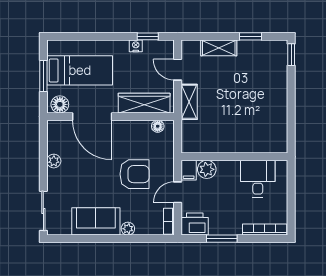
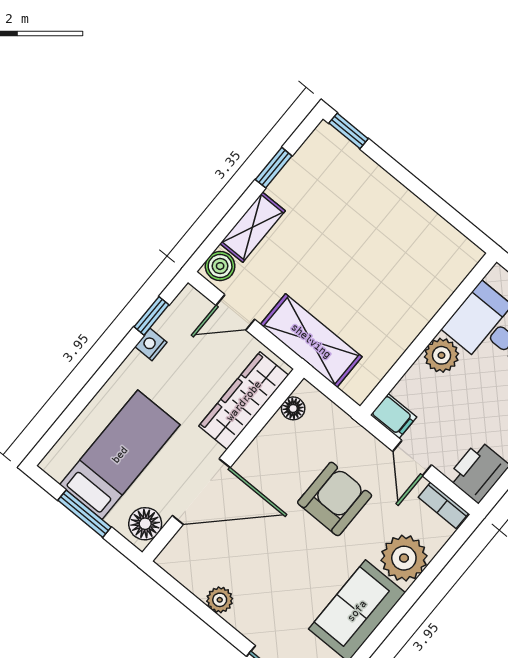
boiler: (192, 48) -> (220, 266), added
shelving: (189, 102) -> (311, 341), width x1.50, depth x1.33
plant: (207, 169) -> (441, 355), moved
plant: (128, 229) -> (404, 558), width x1.88, depth x1.88

